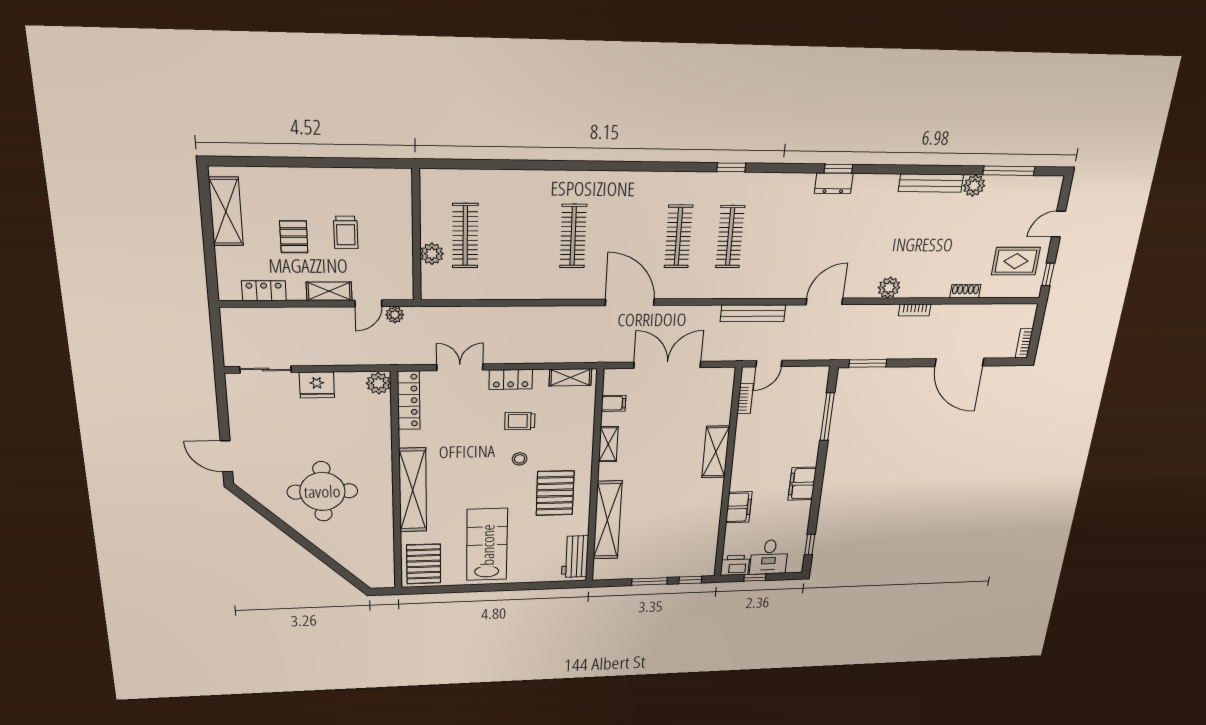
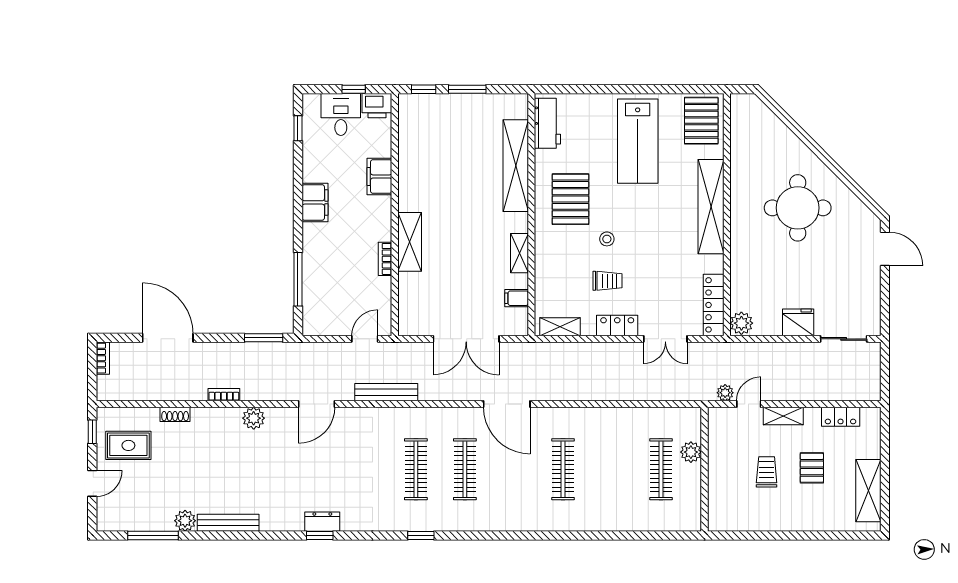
bookcase: (745, 399) -> (385, 259), moved

